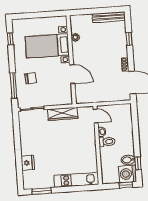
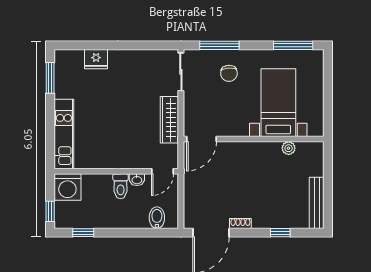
window: (10, 39) -> (293, 45), width x2.17
door: (72, 74) -> (202, 139), moved
bidet: (128, 160) -> (157, 218), moved
washing machine: (128, 174) -> (67, 187), moved, turned 180

